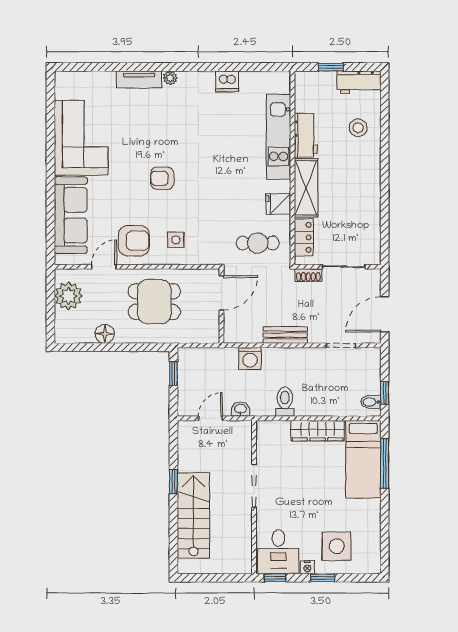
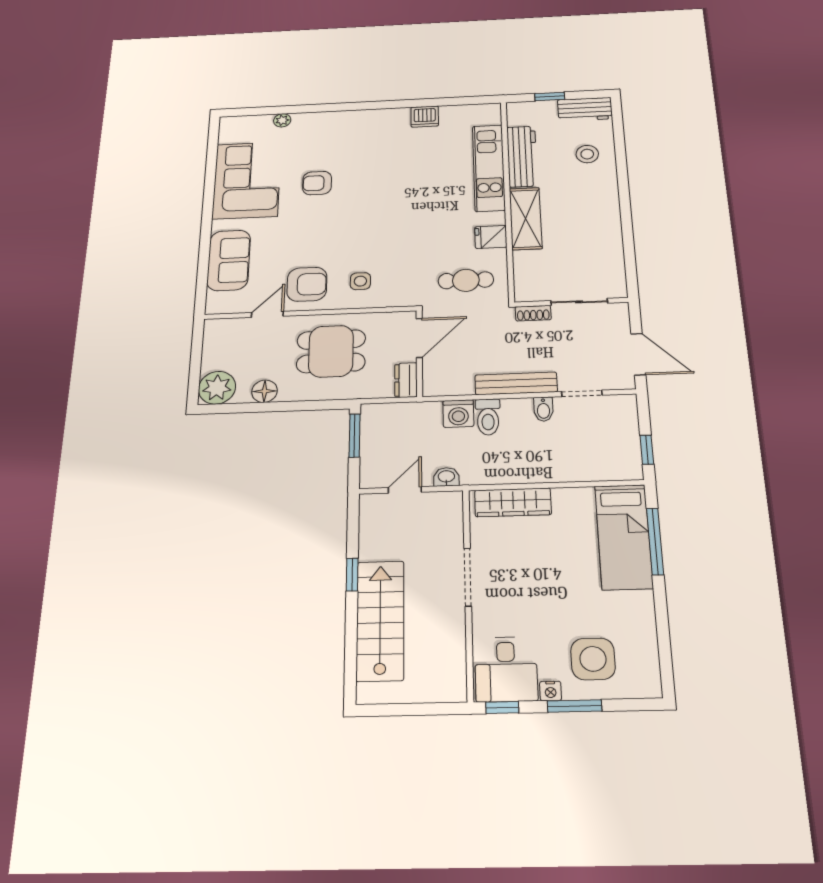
plant: (170, 78) -> (282, 120), moved
tv unit: (139, 79) -> (319, 120), removed
workbench: (306, 135) -> (522, 156), width x1.38
armchair: (162, 178) -> (317, 183), moved
sofa: (71, 215) -> (229, 260), width x0.73
locker: (304, 237) -> (525, 272), removed
plant: (68, 296) -> (217, 388), moved
door: (385, 314) -> (638, 354), swing flipped
dresser: (211, 329) -> (406, 380), added
bench: (285, 335) -> (516, 383), width x1.36
window: (173, 374) -> (355, 436), width x1.50
toilet: (285, 402) -> (488, 417), moved, turned 180
bidet: (371, 402) -> (543, 409), moved, turned -90
wardrobe: (317, 431) -> (513, 502), moved
window: (323, 578) -> (574, 706), width x1.50

